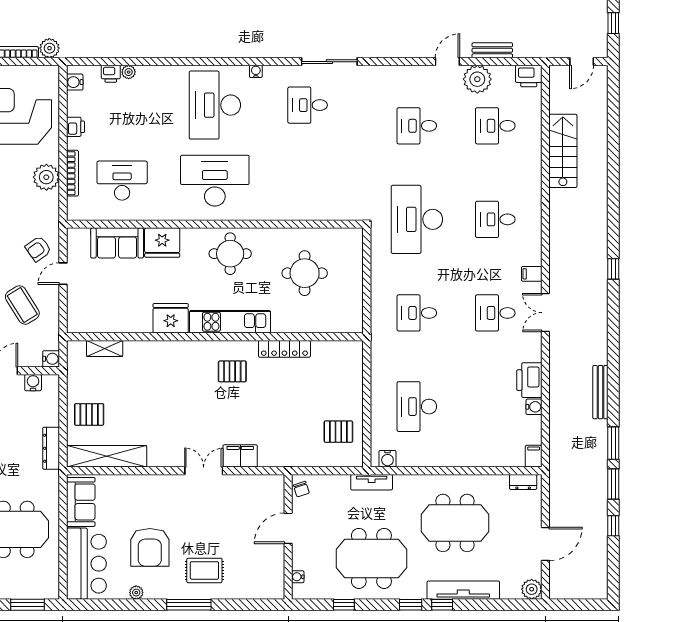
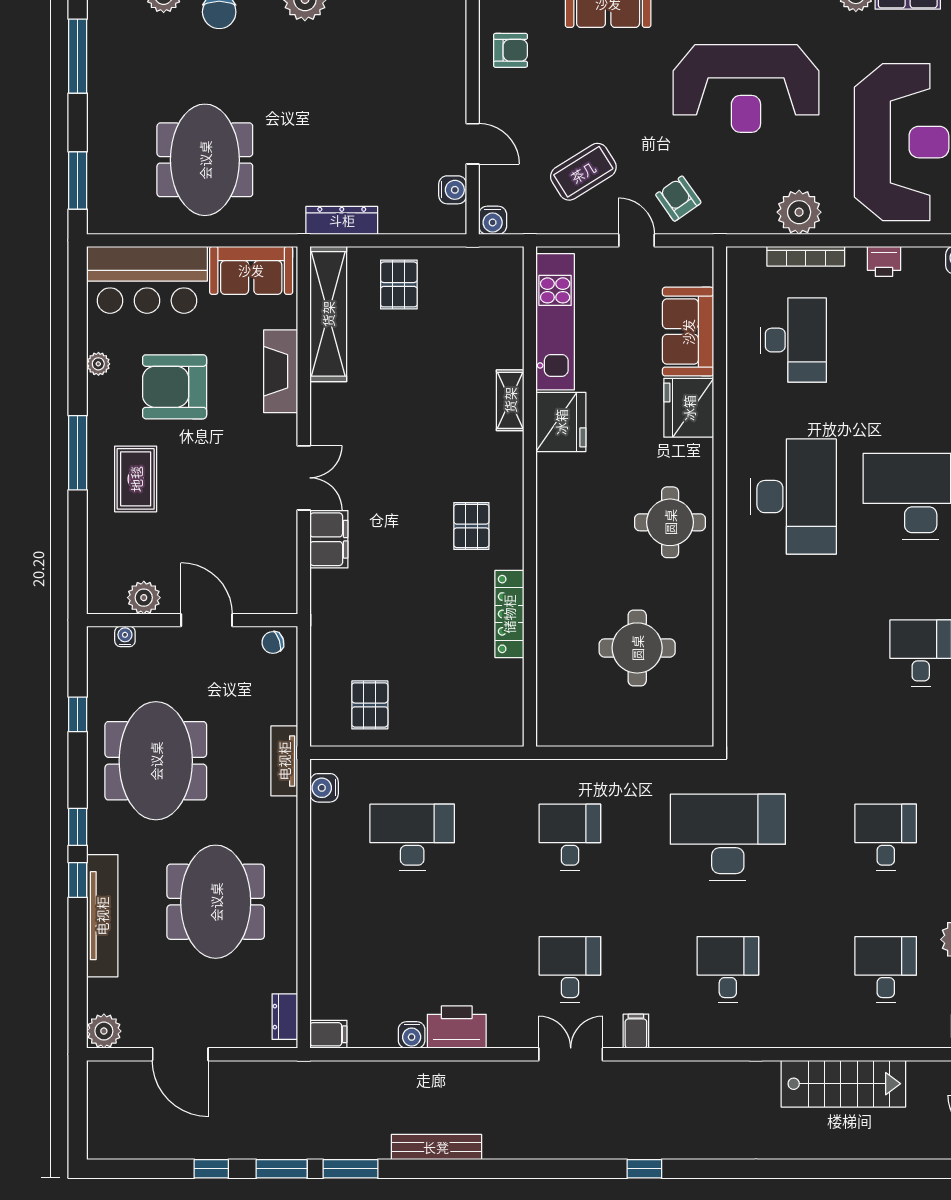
kitchen unit: (230, 322) -> (555, 322), moved
shelving: (105, 348) -> (510, 400), moved
fireplace: (141, 484) -> (281, 371), added
plant: (275, 566) -> (144, 598), added

